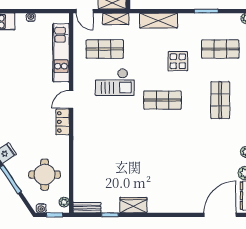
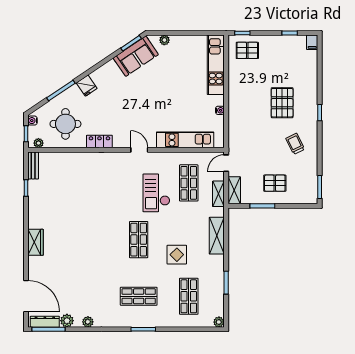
locker: (63, 122) -> (99, 142), moved
wardrobe: (133, 205) -> (36, 242), moved

